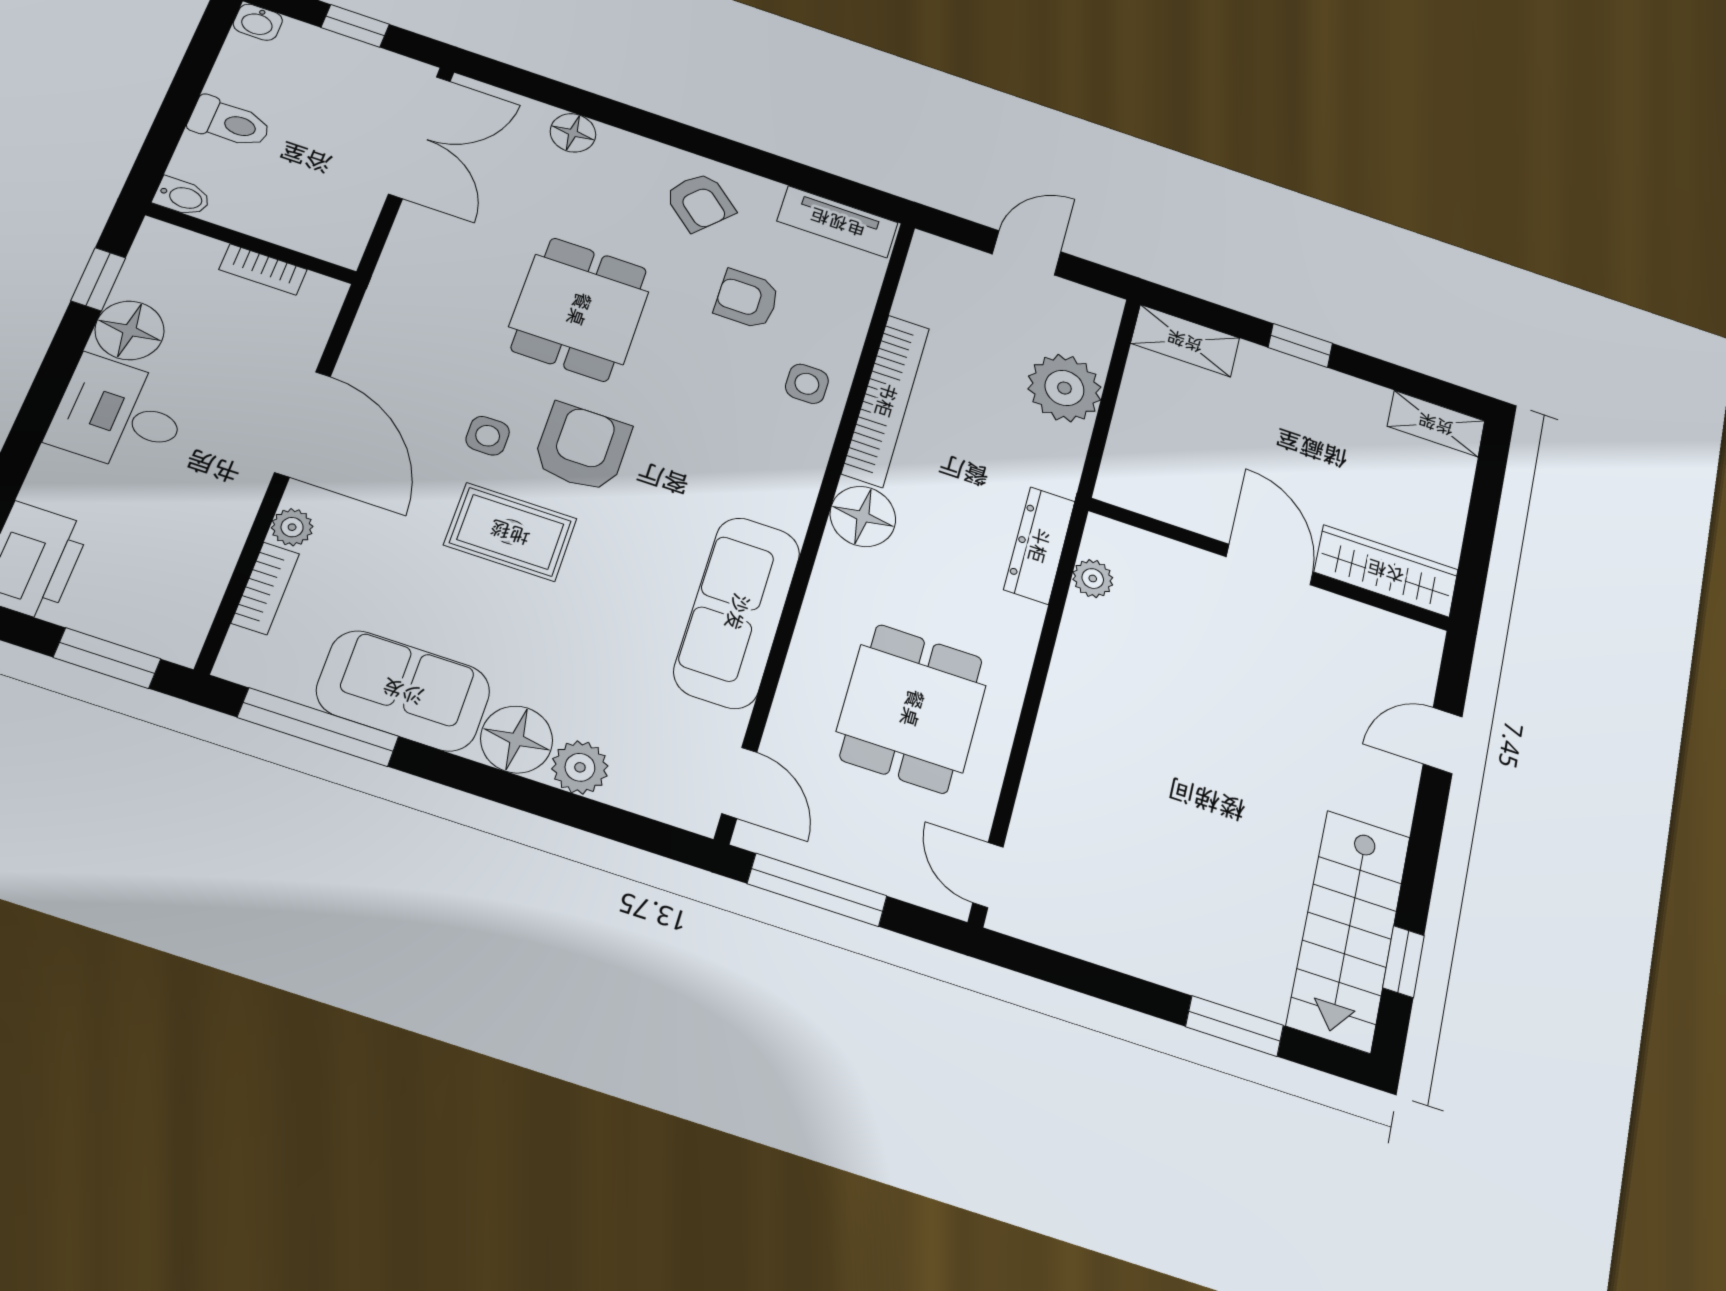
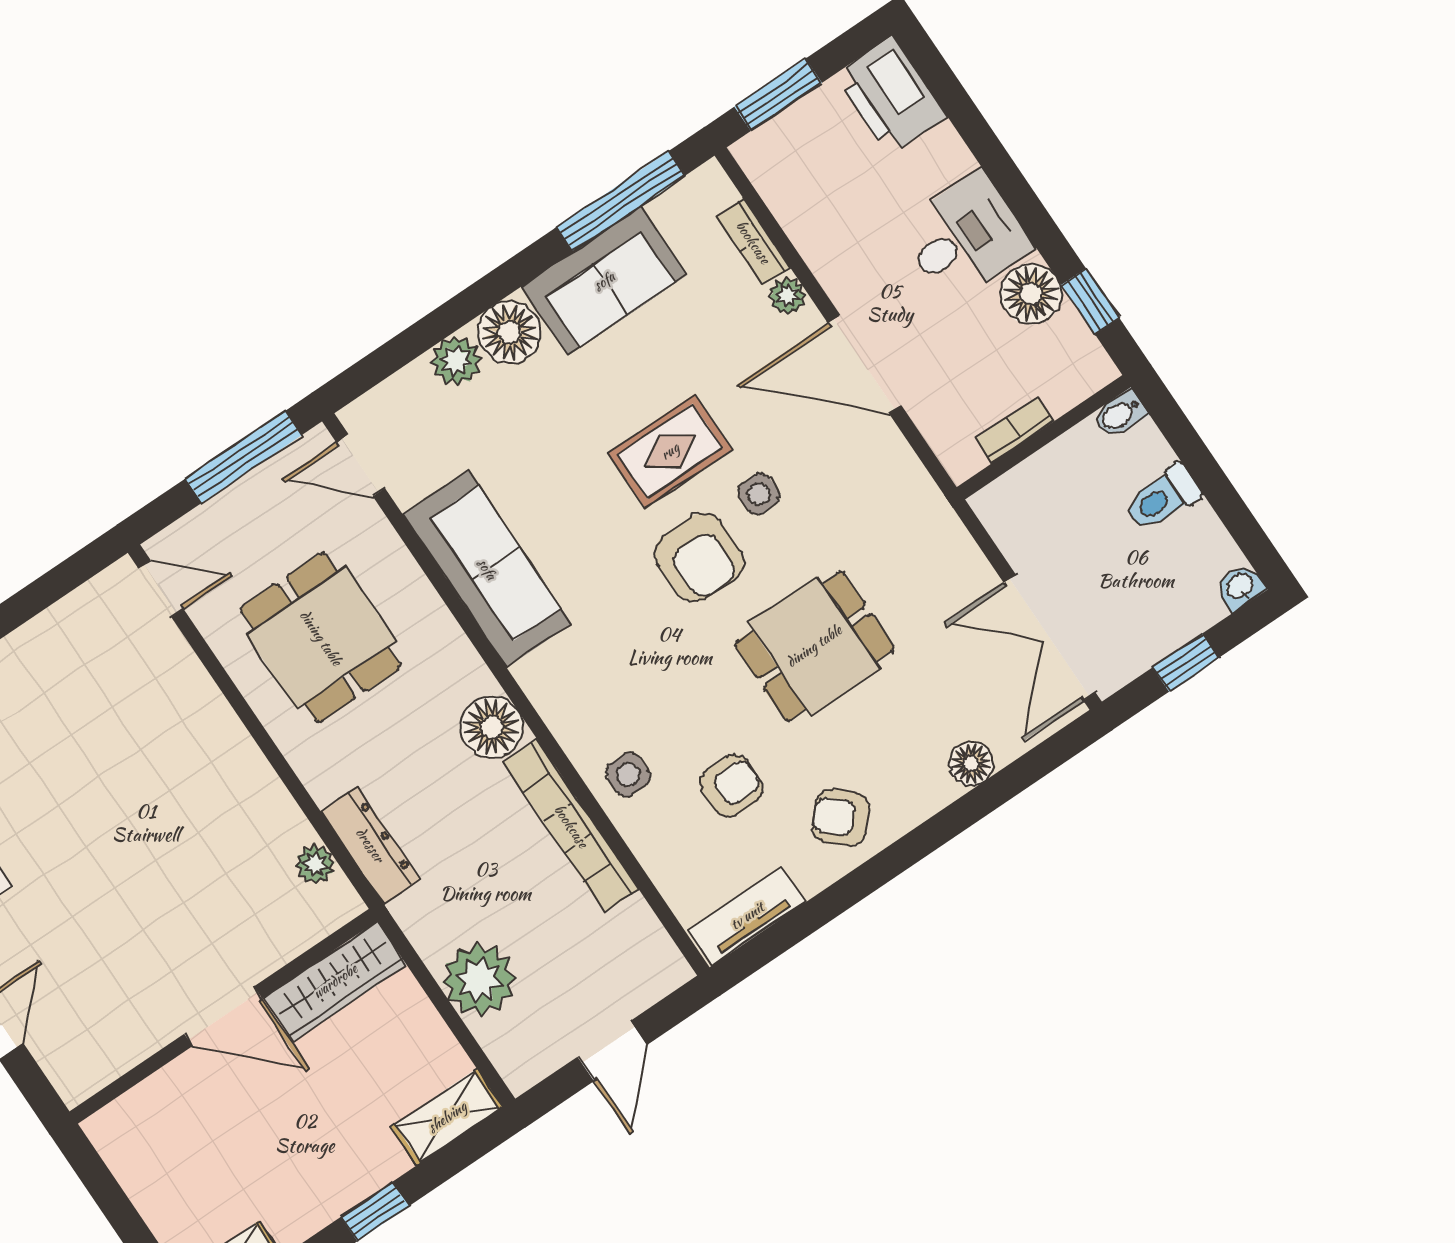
dining table: (579, 309) -> (814, 646), turned 90
wardrobe: (1386, 571) -> (335, 981), moved

